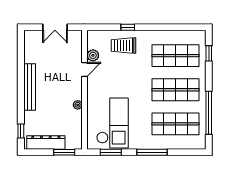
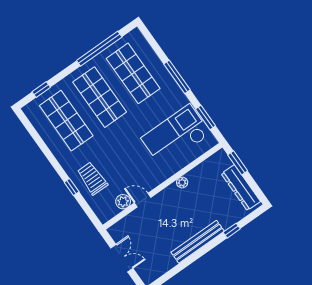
trolley: (124, 46) -> (92, 178), turned 180
window: (21, 131) -> (232, 231), moved

